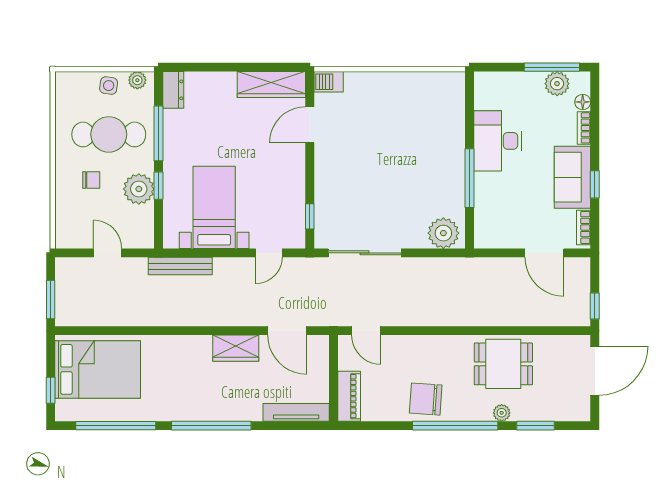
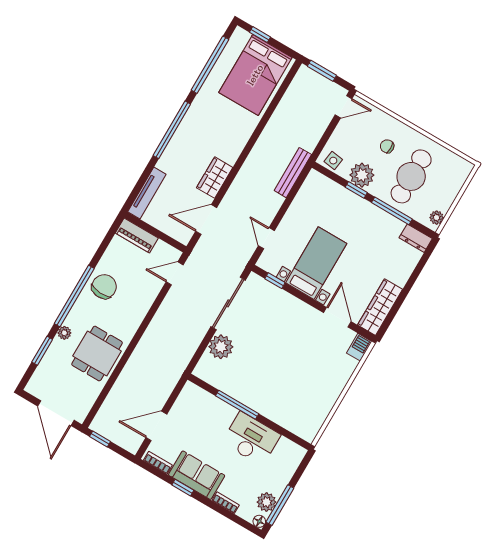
side table: (109, 86) -> (333, 161), moved
floor lamp: (583, 102) -> (259, 521), moved
chair: (91, 180) -> (387, 146), turned 90
bed with nightstands: (214, 207) -> (316, 263), moved, turned -90
plant: (443, 233) -> (221, 347), moved
door: (108, 253) -> (344, 107), moved

